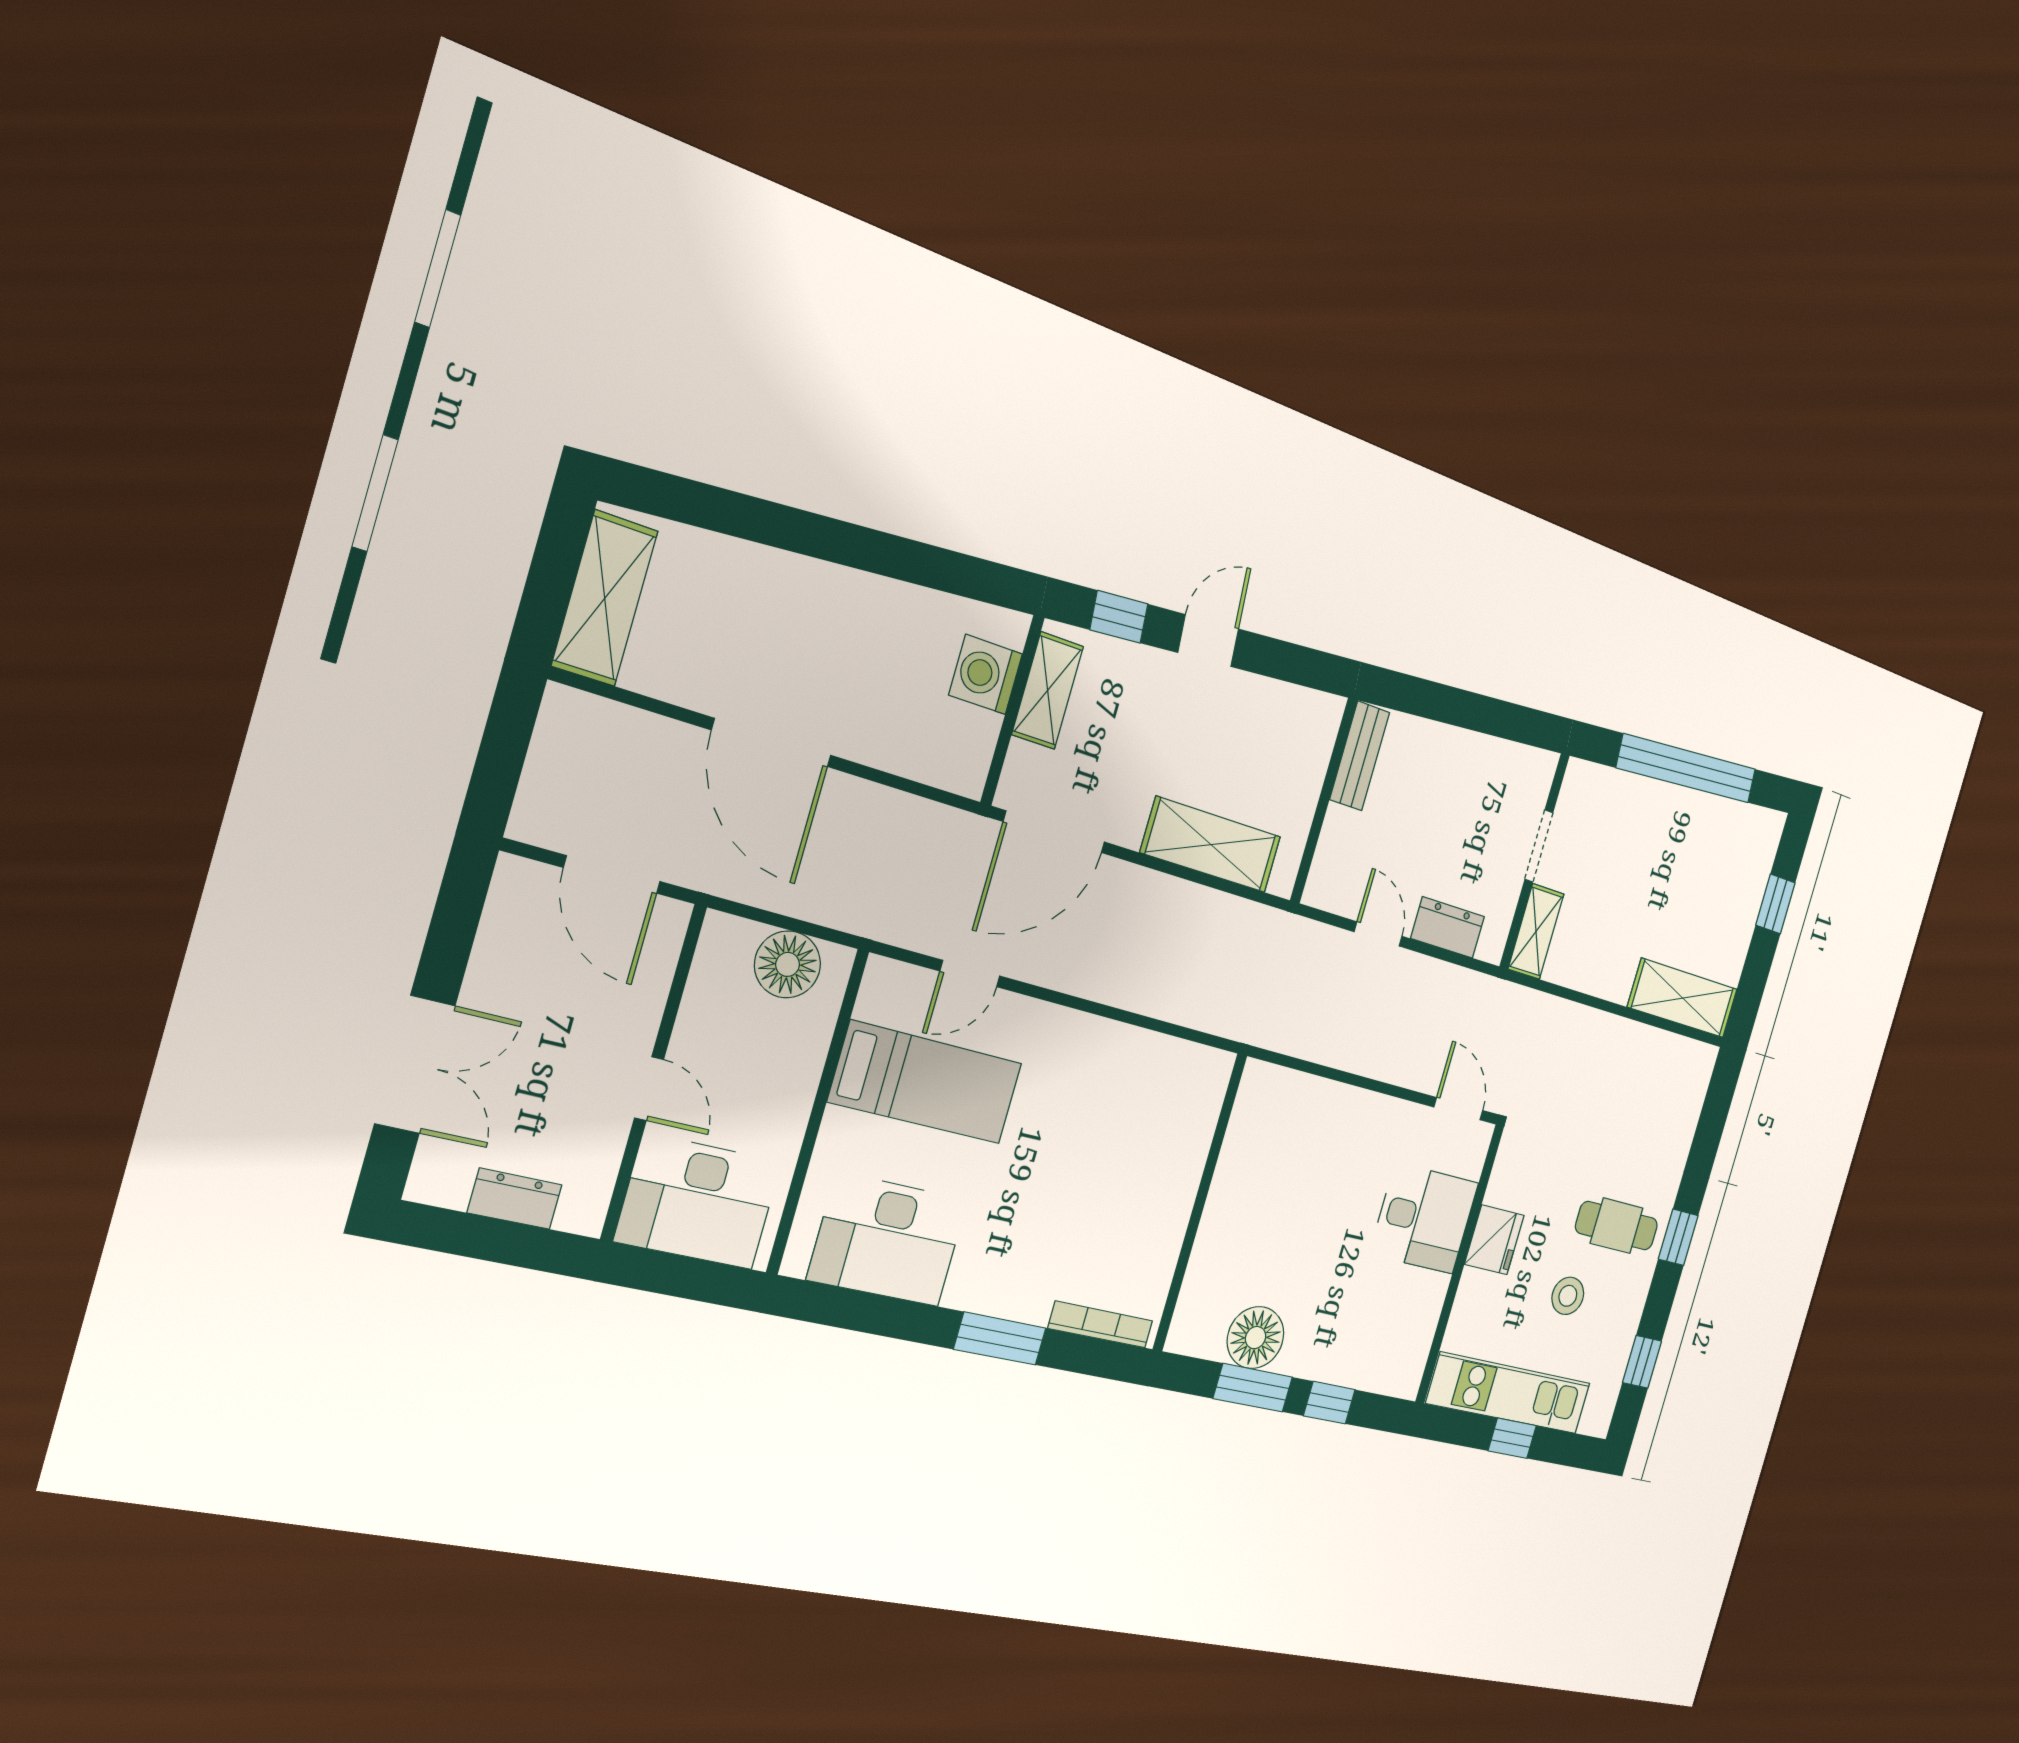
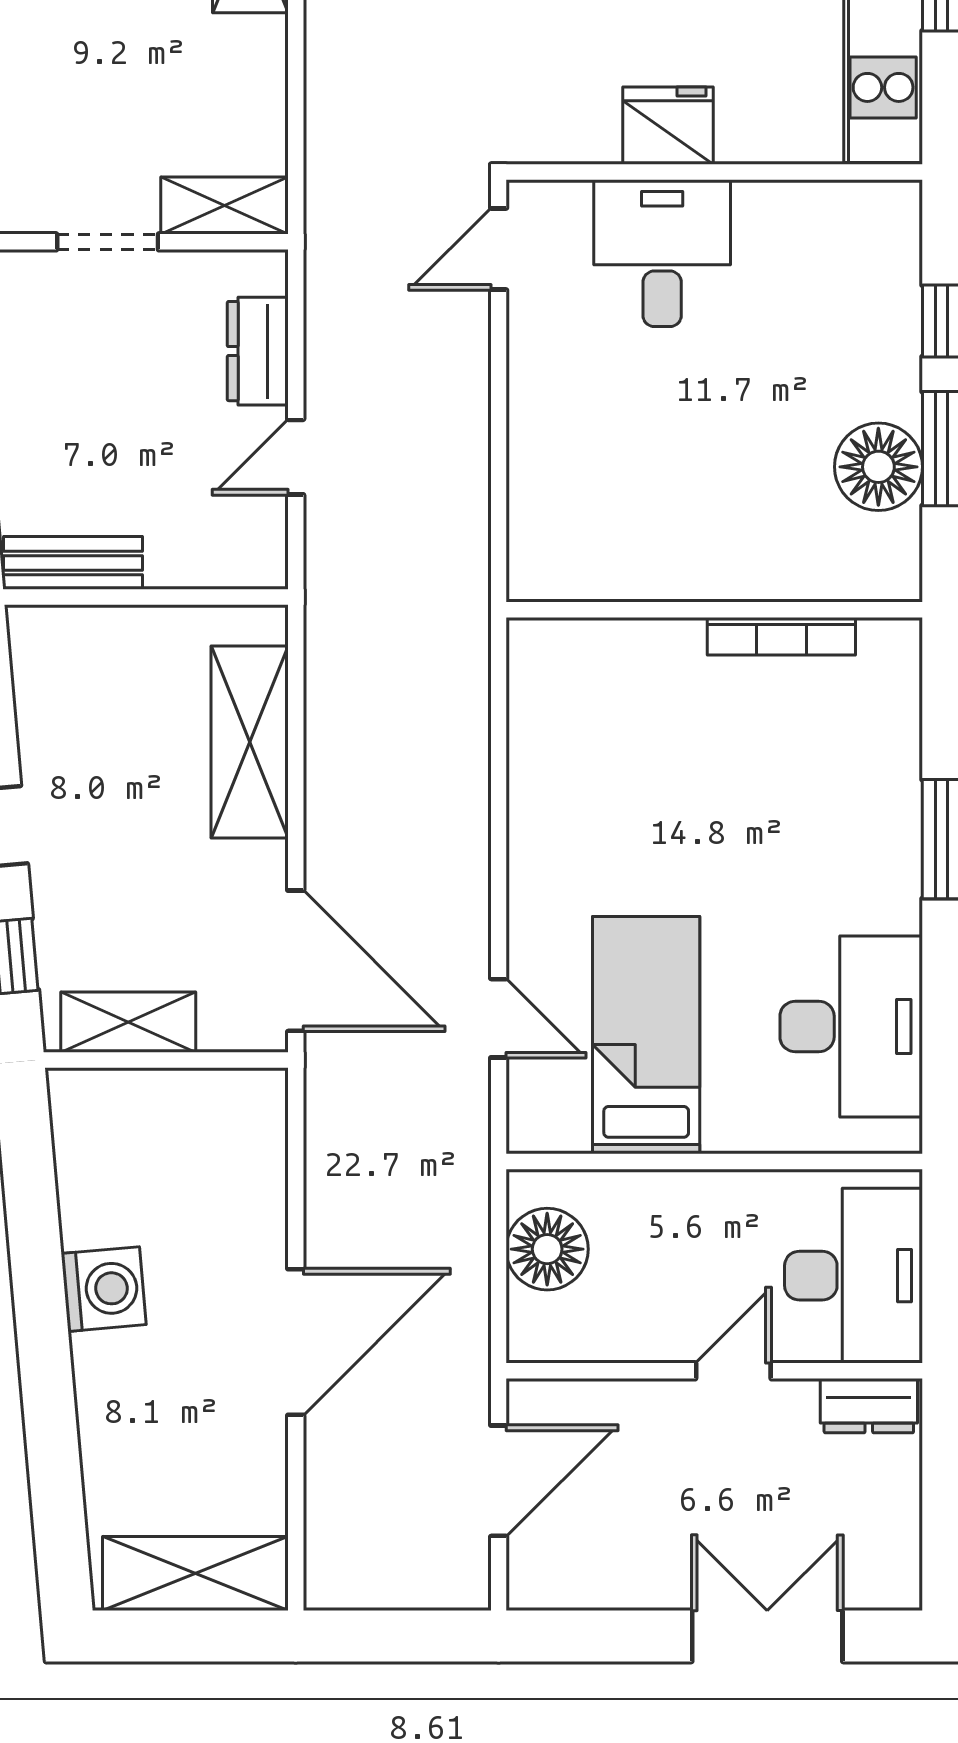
washing machine: (986, 675) -> (104, 1289), moved, turned -95
dresser: (515, 1199) -> (869, 1406), moved, turned -90
bookcase: (1100, 1324) -> (781, 636), moved, turned -90

